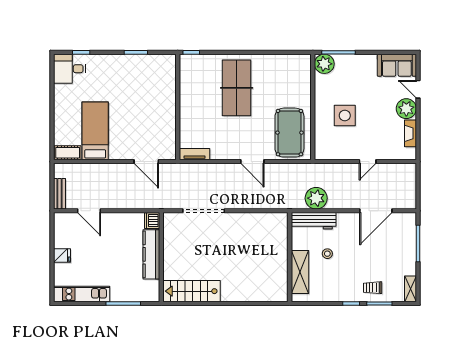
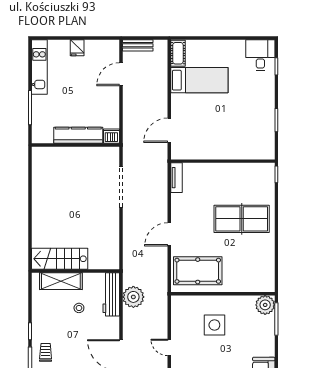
stairs: (192, 291) -> (60, 259), moved, turned -90

